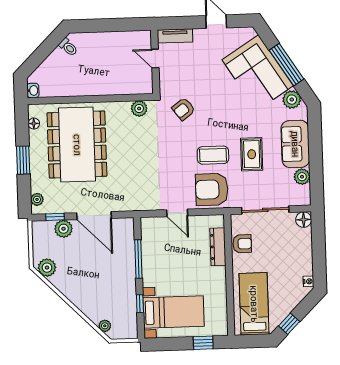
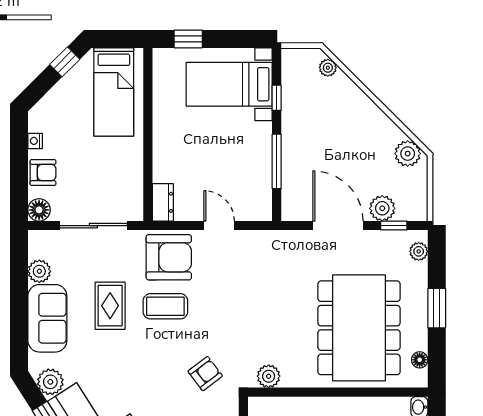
armchair: (242, 244) -> (43, 173), moved, turned 180
dresser: (218, 247) -> (163, 202), moved, width x0.70
nightstand: (308, 281) -> (35, 141), moved

